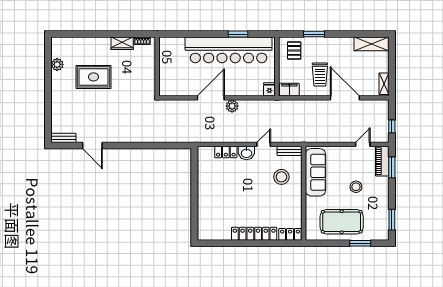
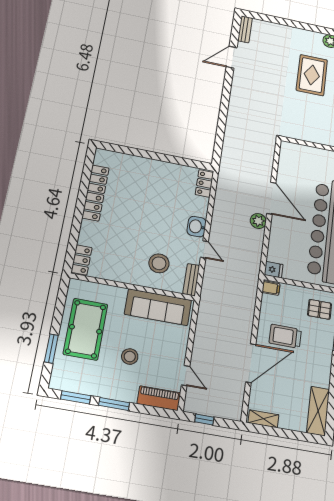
filing cabinet: (289, 90) -> (271, 288), width x0.50
locker: (226, 152) -> (204, 183), moved
window: (392, 167) -> (114, 404), moved
locker: (254, 234) -> (95, 193), moved

